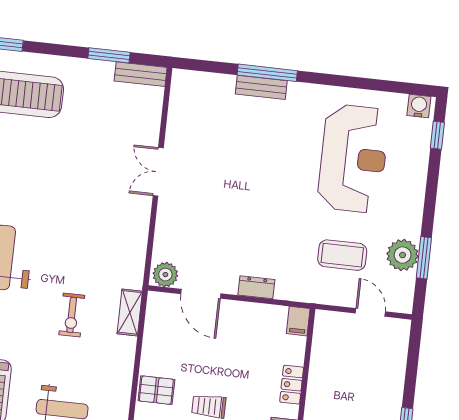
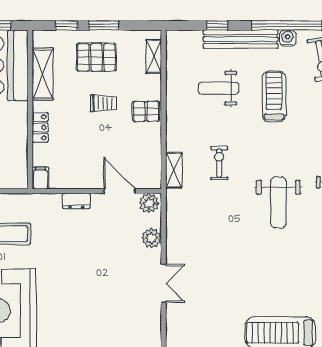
plant: (167, 230) -> (152, 238), added

